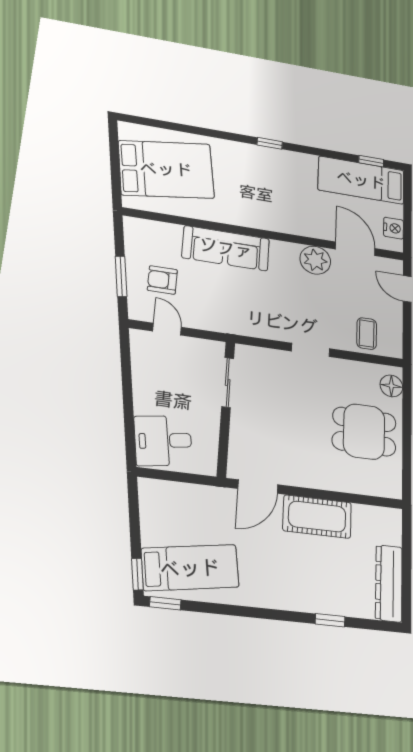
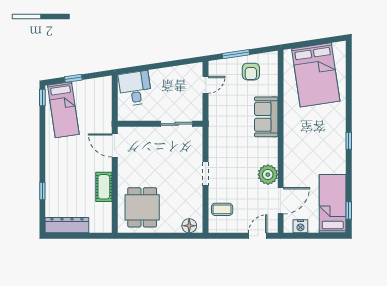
sofa: (226, 248) -> (266, 117), width x0.73
armchair: (162, 280) -> (251, 72), moved, turned 180
dining table: (364, 432) -> (142, 207), moved
cot: (317, 517) -> (104, 187), width x0.73, depth x0.75
window: (137, 574) -> (73, 78), moved

